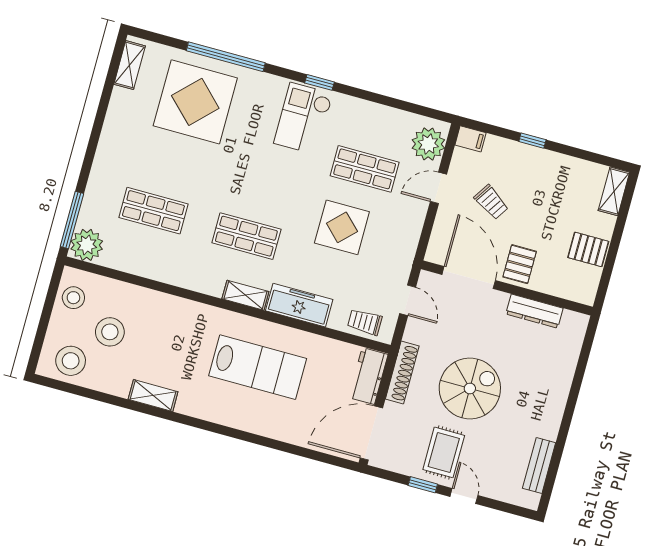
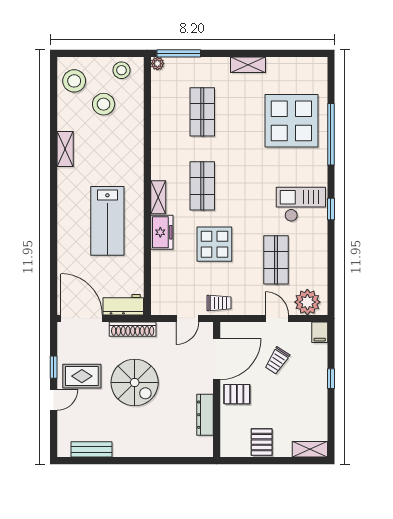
shelving: (130, 65) -> (248, 65), moved
display table: (342, 227) -> (214, 244), moved
plant: (87, 245) -> (157, 64), width x0.53, depth x0.53
freezer: (299, 305) -> (162, 232), width x0.71
trolley: (365, 322) -> (219, 303), moved, turned 90

